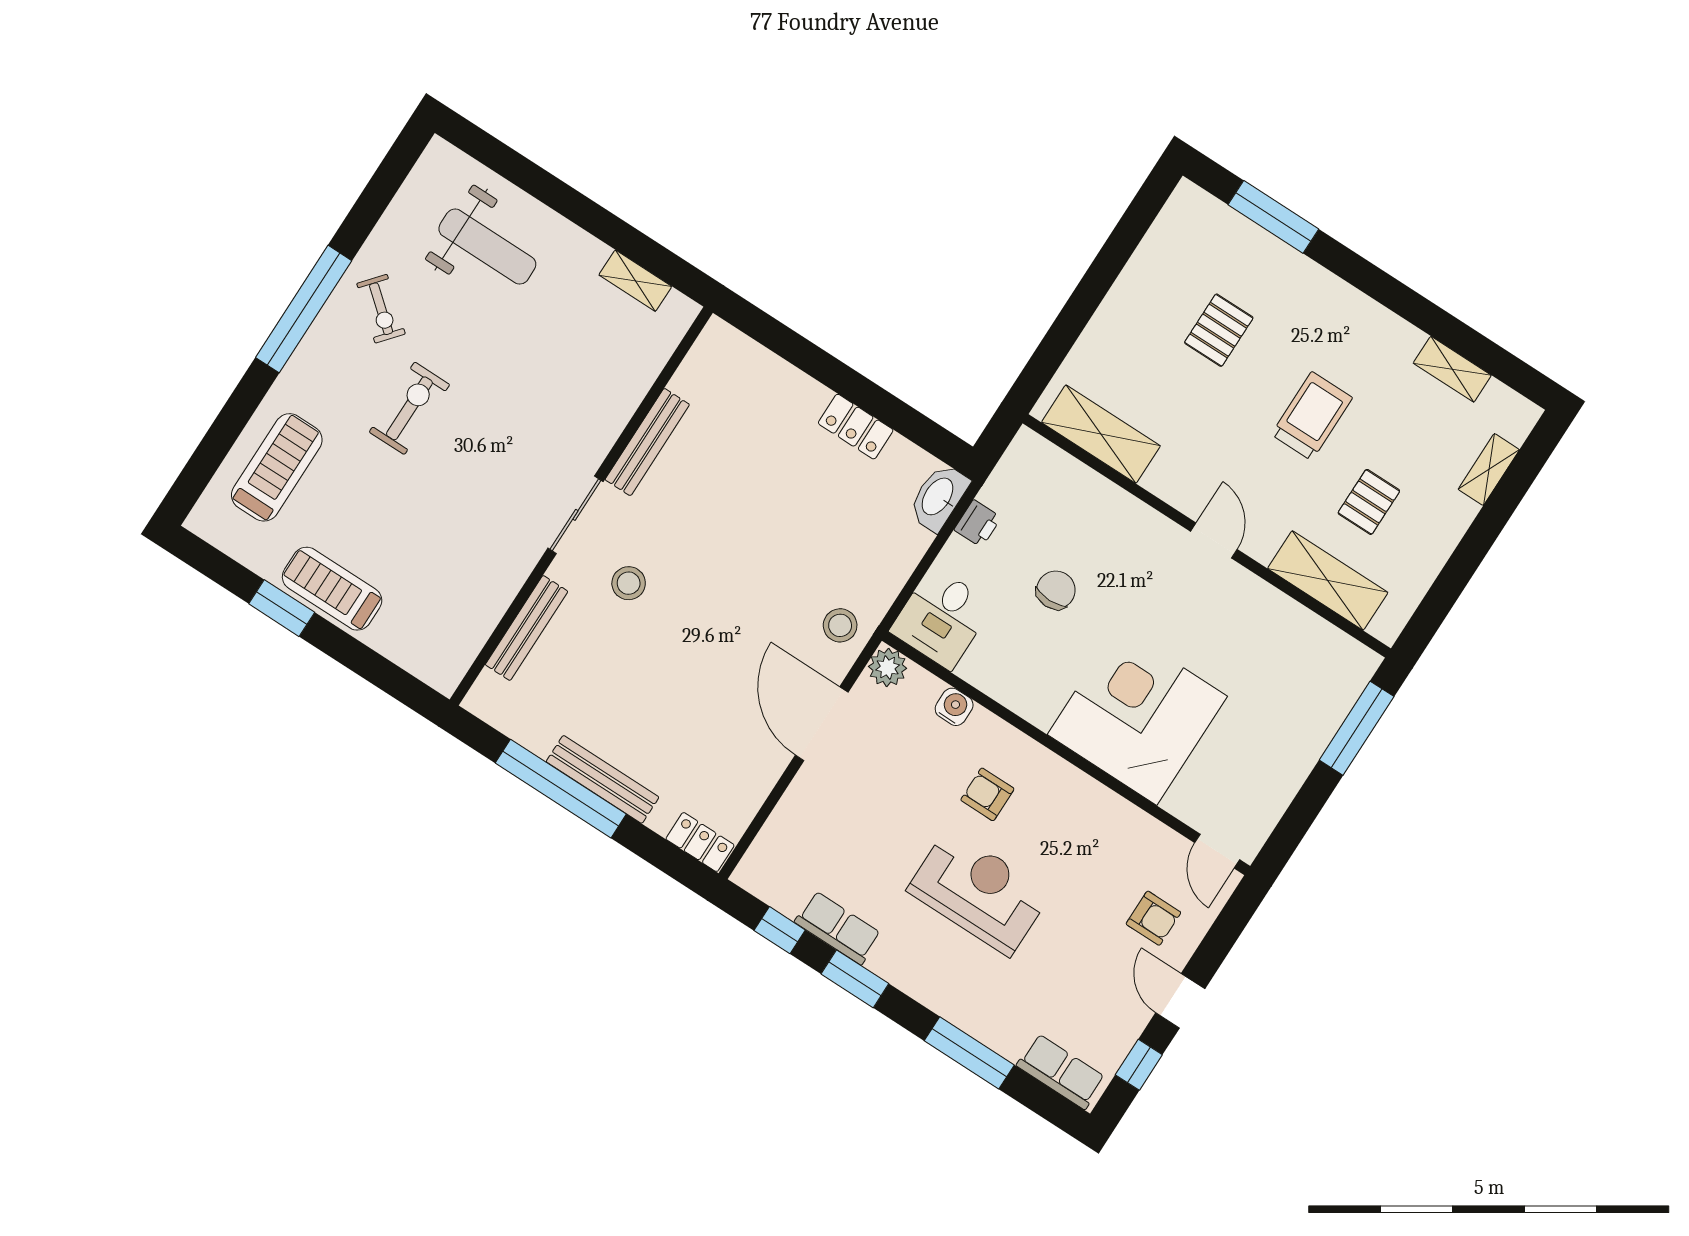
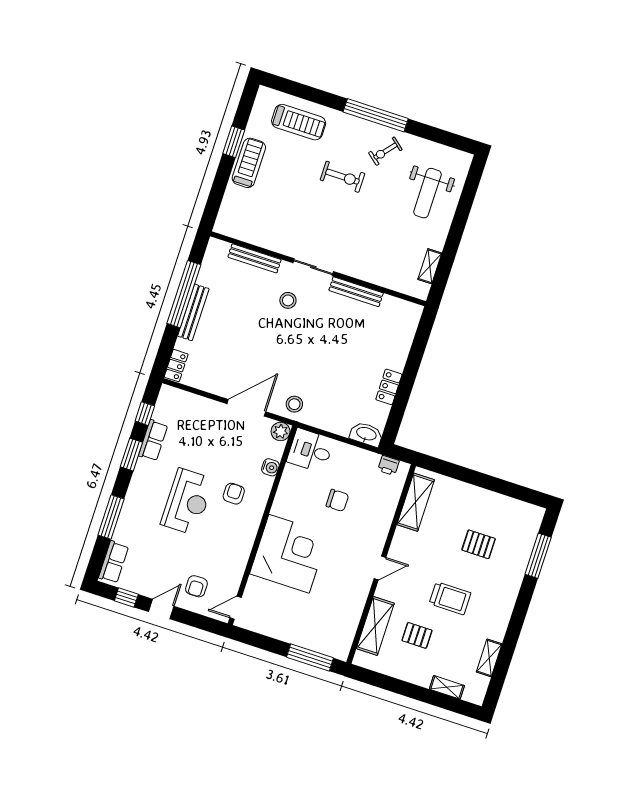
printer: (978, 524) -> (388, 465), moved

